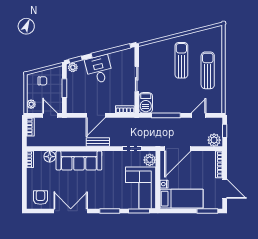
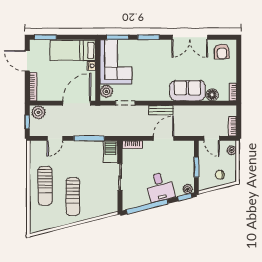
sofa: (79, 161) -> (187, 91), width x0.73

